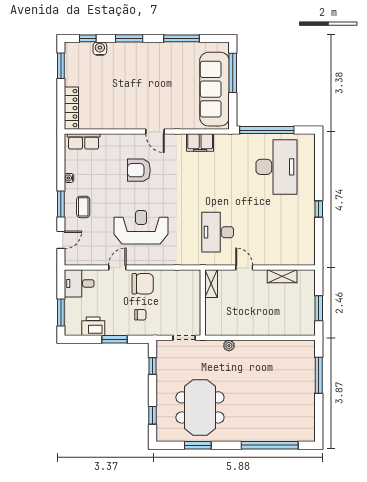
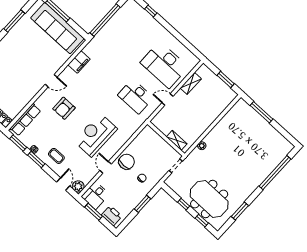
row of seats: (84, 141) -> (25, 120), width x1.48
window: (61, 156) -> (18, 143), added
desk: (276, 167) -> (164, 65), moved, turned 180
window: (61, 204) -> (36, 160), moved
window: (319, 209) -> (151, 11), moved
plant: (72, 258) -> (78, 186), added
shelving: (211, 284) -> (177, 140), moved
window: (61, 313) -> (93, 212), moved
printer: (93, 326) -> (112, 216), moved, turned 90
window: (153, 366) -> (184, 204), moved
meeting table: (200, 407) -> (209, 199), moved

